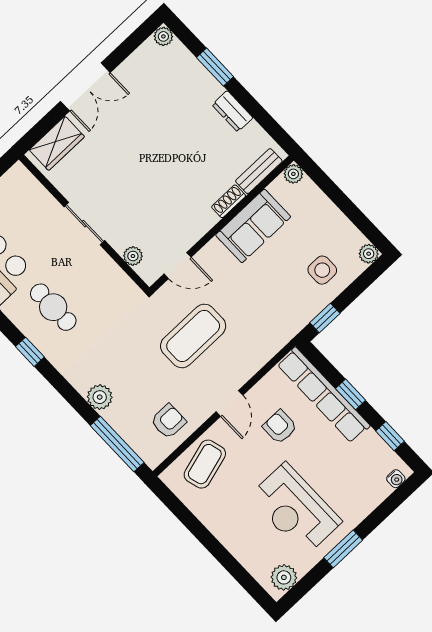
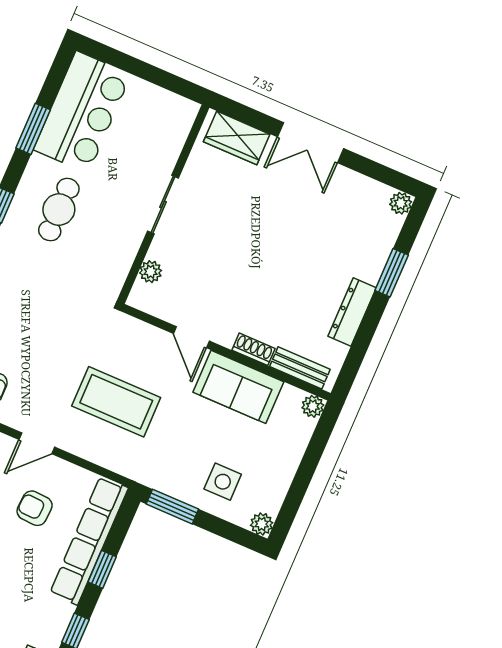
dresser: (232, 111) -> (352, 312), width x1.44
door: (178, 266) -> (191, 337), moved
window: (325, 318) -> (172, 507), width x1.50
coffee table: (193, 336) -> (116, 402), moved
armchair: (280, 427) -> (35, 508), turned -87

